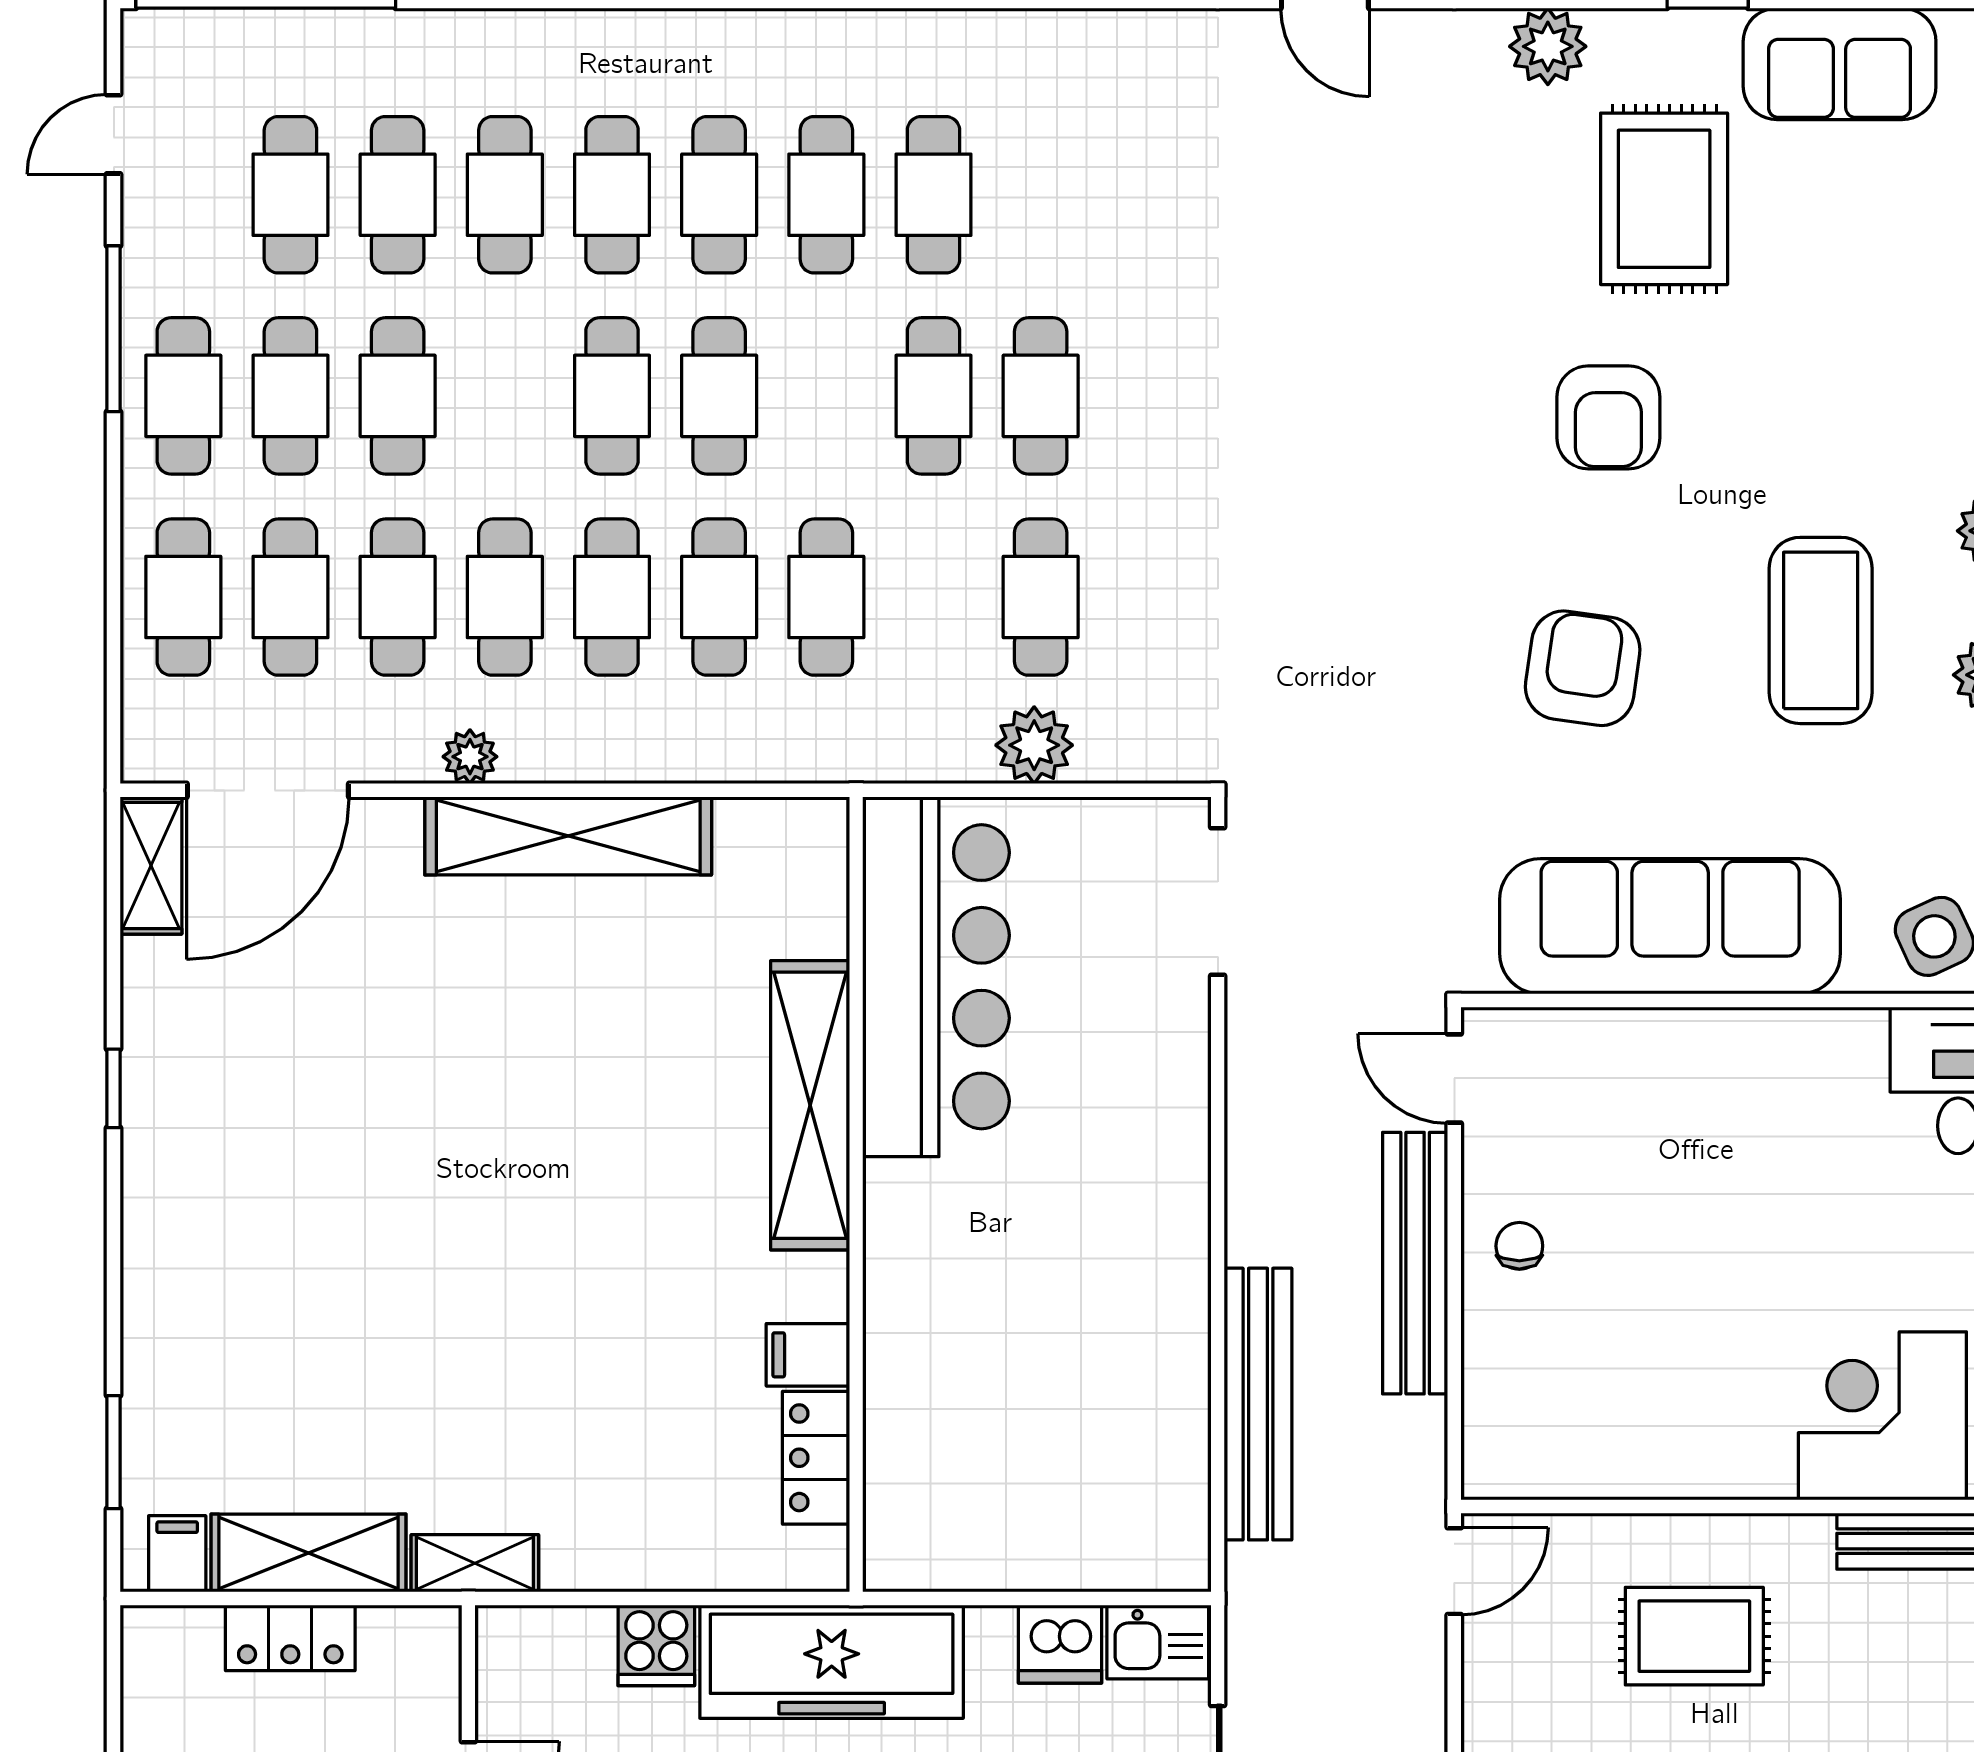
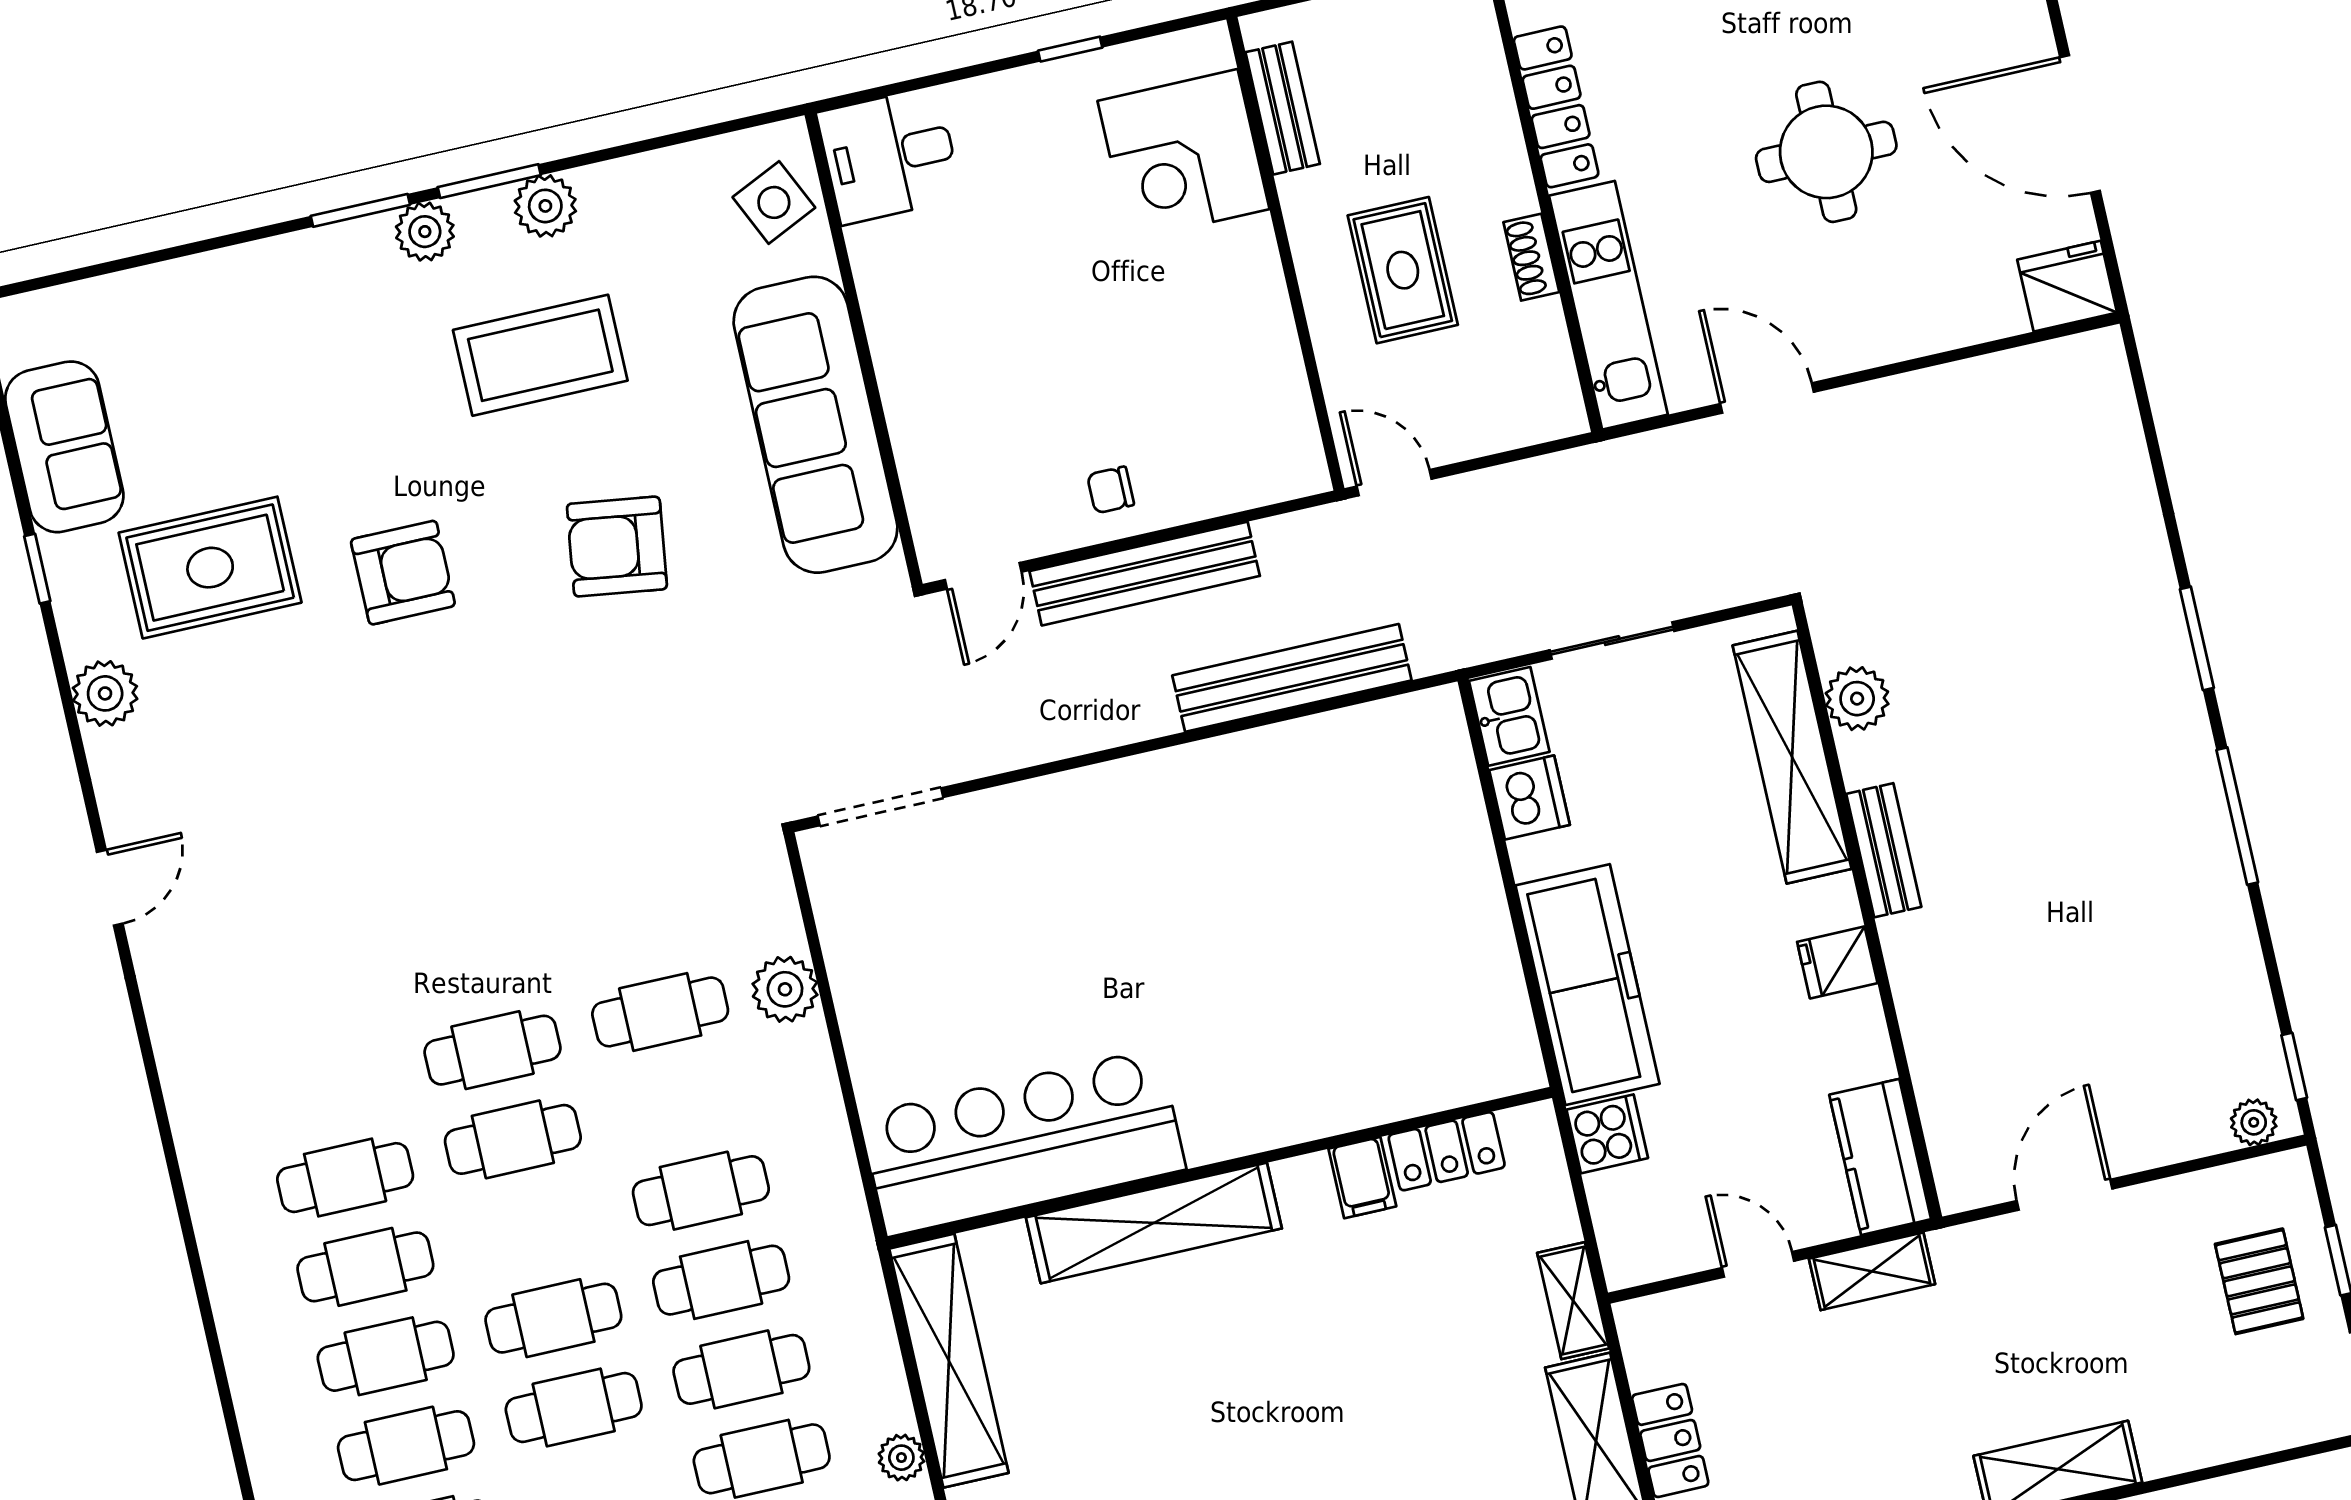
bar counter: (936, 977) -> (1023, 1142), moved
shelving: (810, 1105) -> (1154, 1223), moved
wall: (856, 1194) -> (1219, 1168), moved
filing cabinet: (808, 1355) -> (1362, 1178), moved
locker: (816, 1458) -> (1447, 1151), moved

